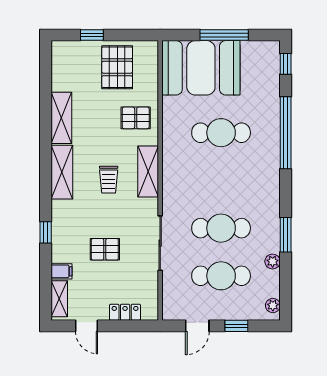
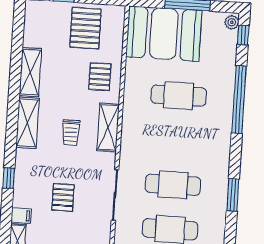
pallet: (136, 118) -> (100, 77), turned 90
pallet: (105, 249) -> (63, 197), turned 90
plant: (273, 261) -> (232, 22), moved

